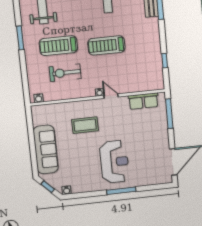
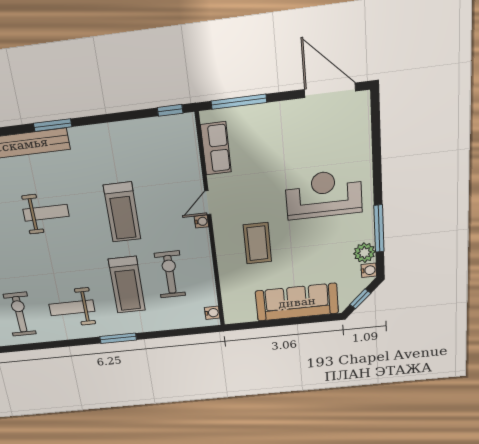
window: (165, 61) -> (170, 110), moved
exercise bike: (65, 73) -> (170, 274), turned 180
plant: (78, 187) -> (364, 253), added
window: (121, 191) -> (379, 229), moved

